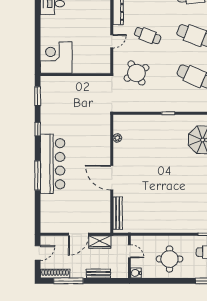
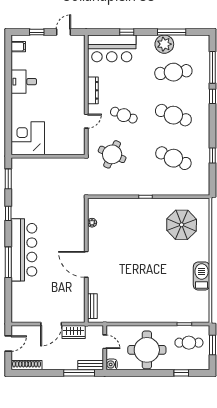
round table: (136, 73) -> (112, 154), turned -36
bench: (118, 213) -> (92, 306), width x0.73
round table: (170, 259) -> (147, 350), width x1.36, depth x1.36
bench: (98, 274) -> (91, 365), moved
window: (68, 281) -> (79, 373), moved

